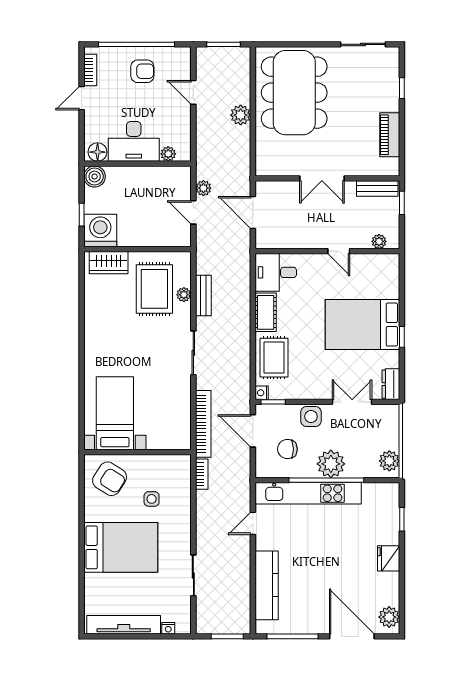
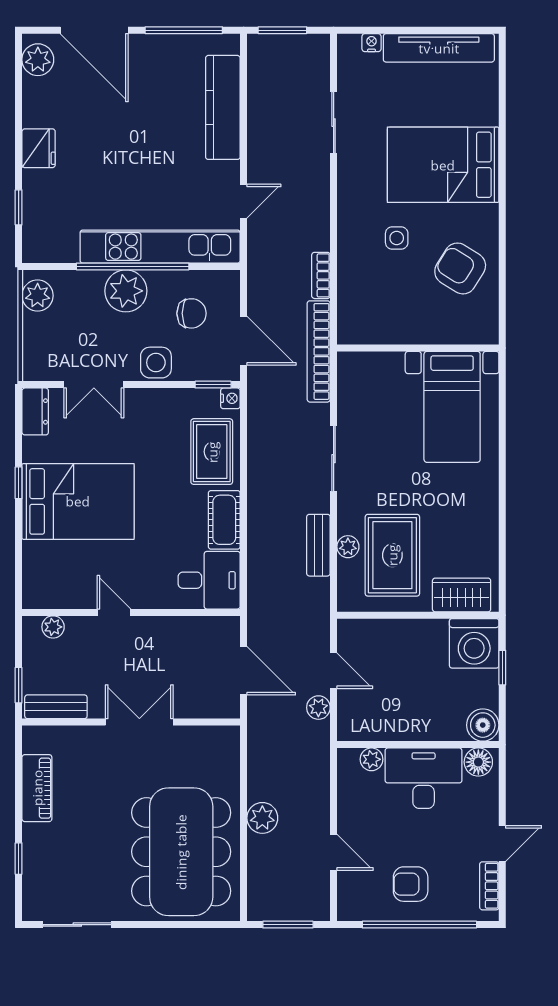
bed with nightstands: (115, 413) -> (452, 407), moved
wall: (137, 452) -> (418, 348), moved

